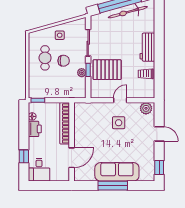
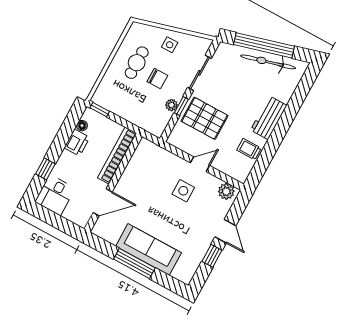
window: (159, 167) -> (212, 256), moved

